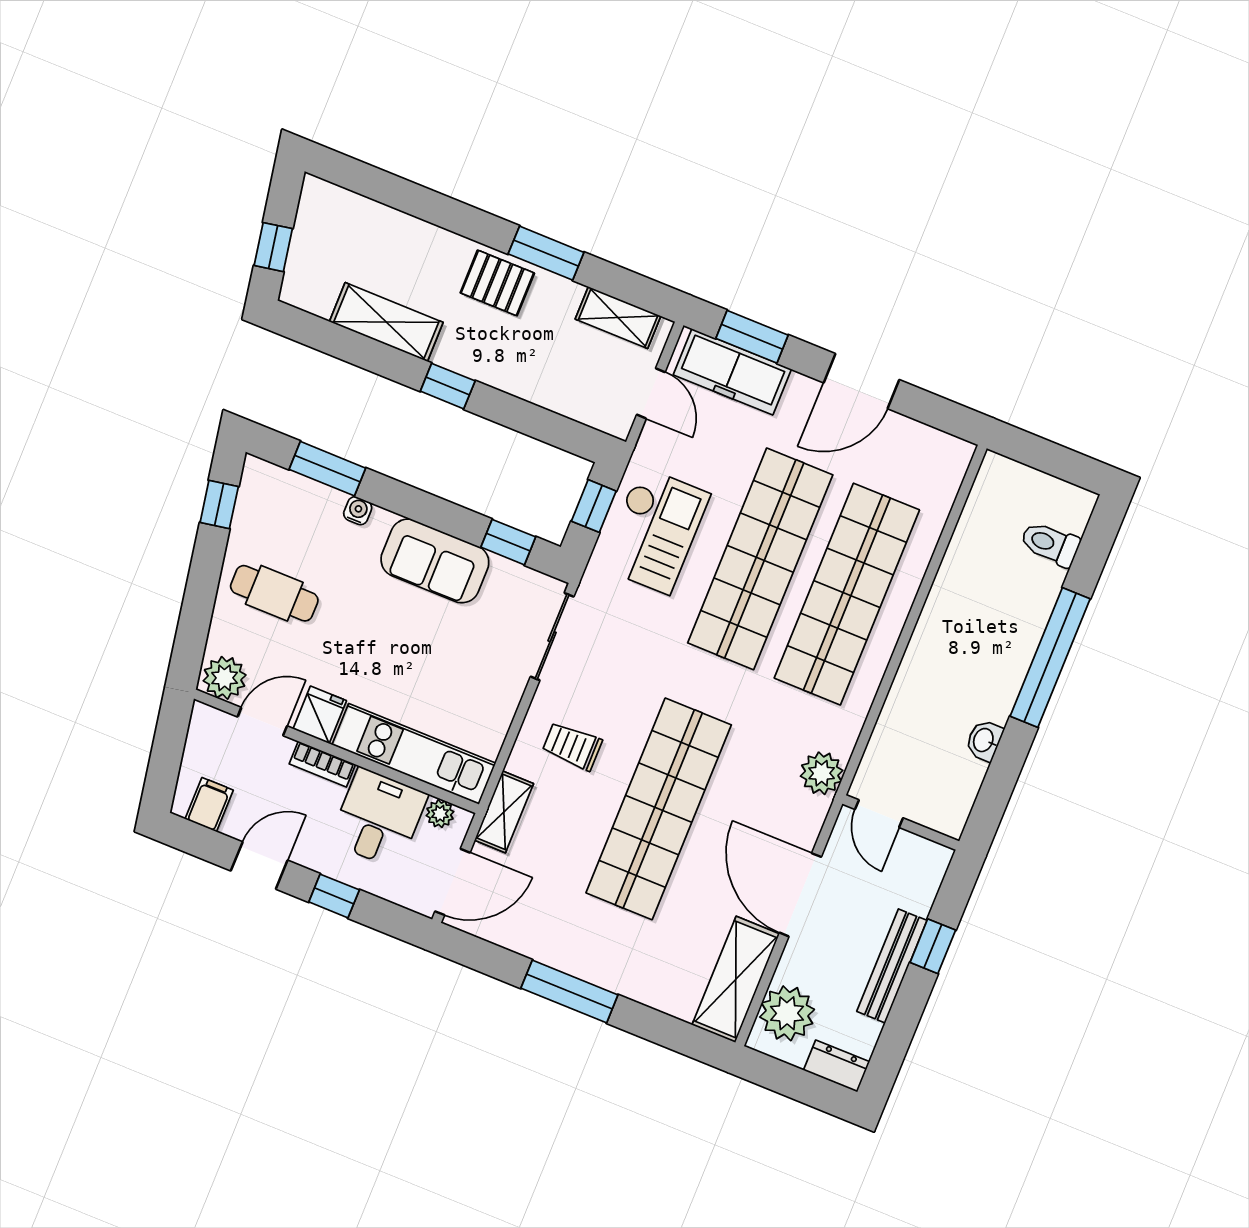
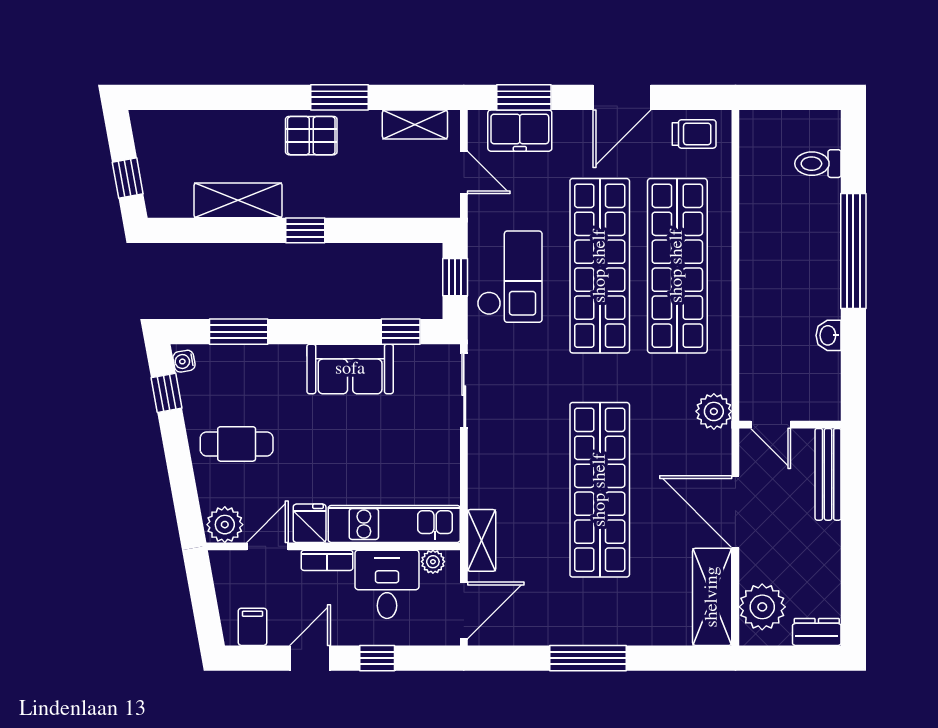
freezer: (732, 372) -> (520, 131), width x0.71
water cooler: (358, 511) -> (184, 361), moved, turned -100
trolley: (572, 746) -> (694, 134), moved, turned 180
window: (933, 946) -> (853, 510), removed
bench: (892, 966) -> (828, 474), moved

